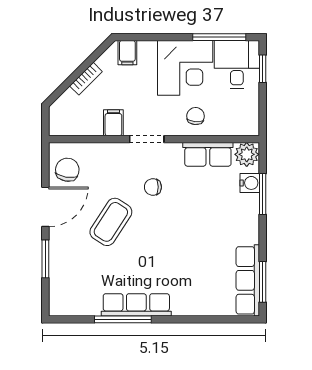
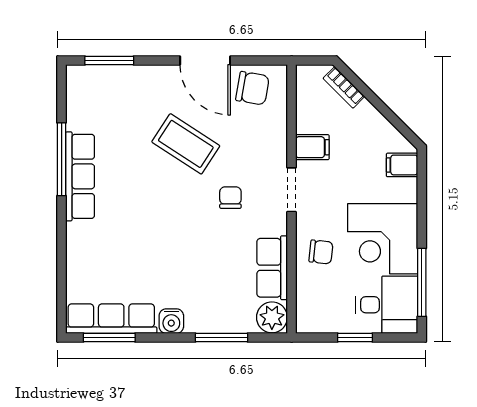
window: (263, 69) -> (355, 338), moved
bookcase: (86, 79) -> (344, 87), moved
water cooler: (250, 183) -> (171, 321), moved
window: (45, 259) -> (109, 60), moved

